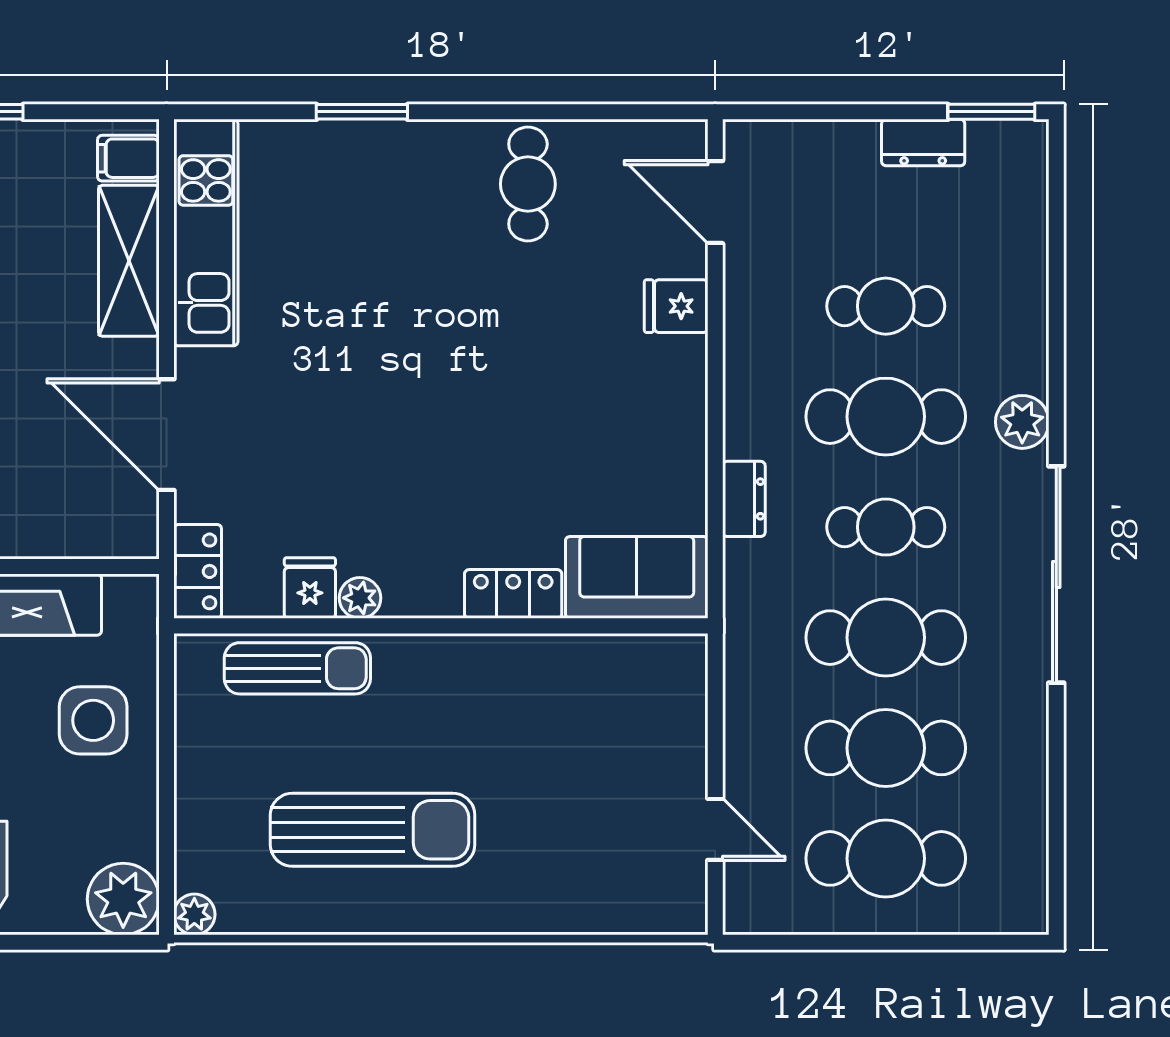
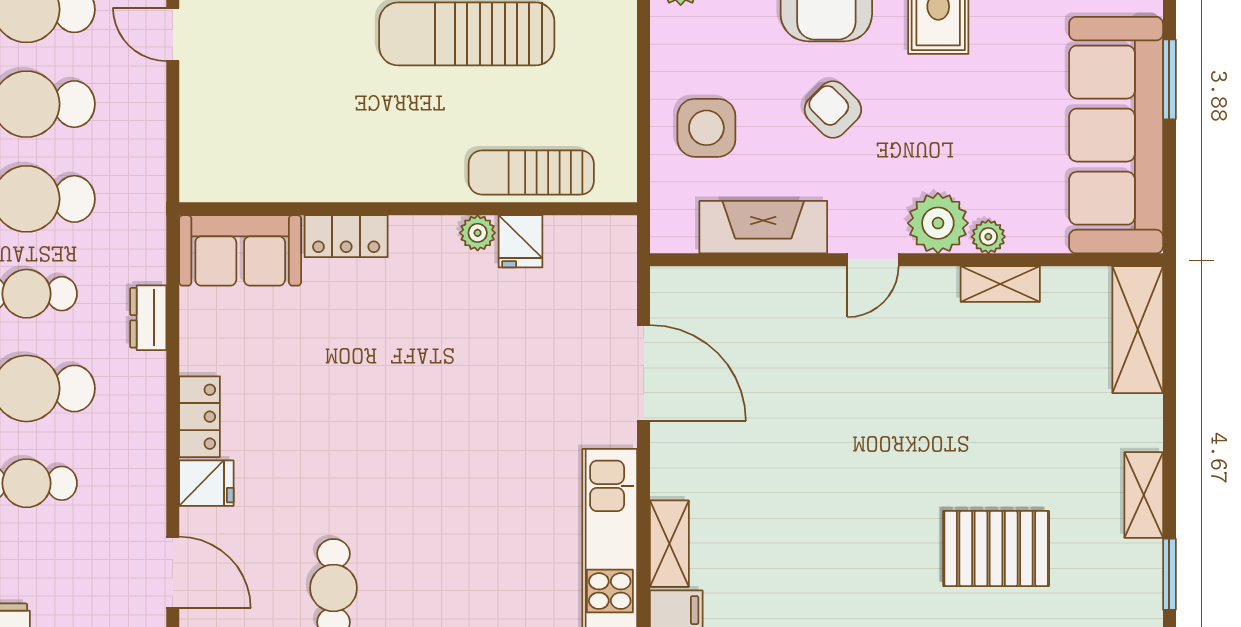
shelving: (129, 261) -> (669, 544), width x0.67, depth x0.75
locker: (198, 571) -> (200, 417), moved, turned 180

